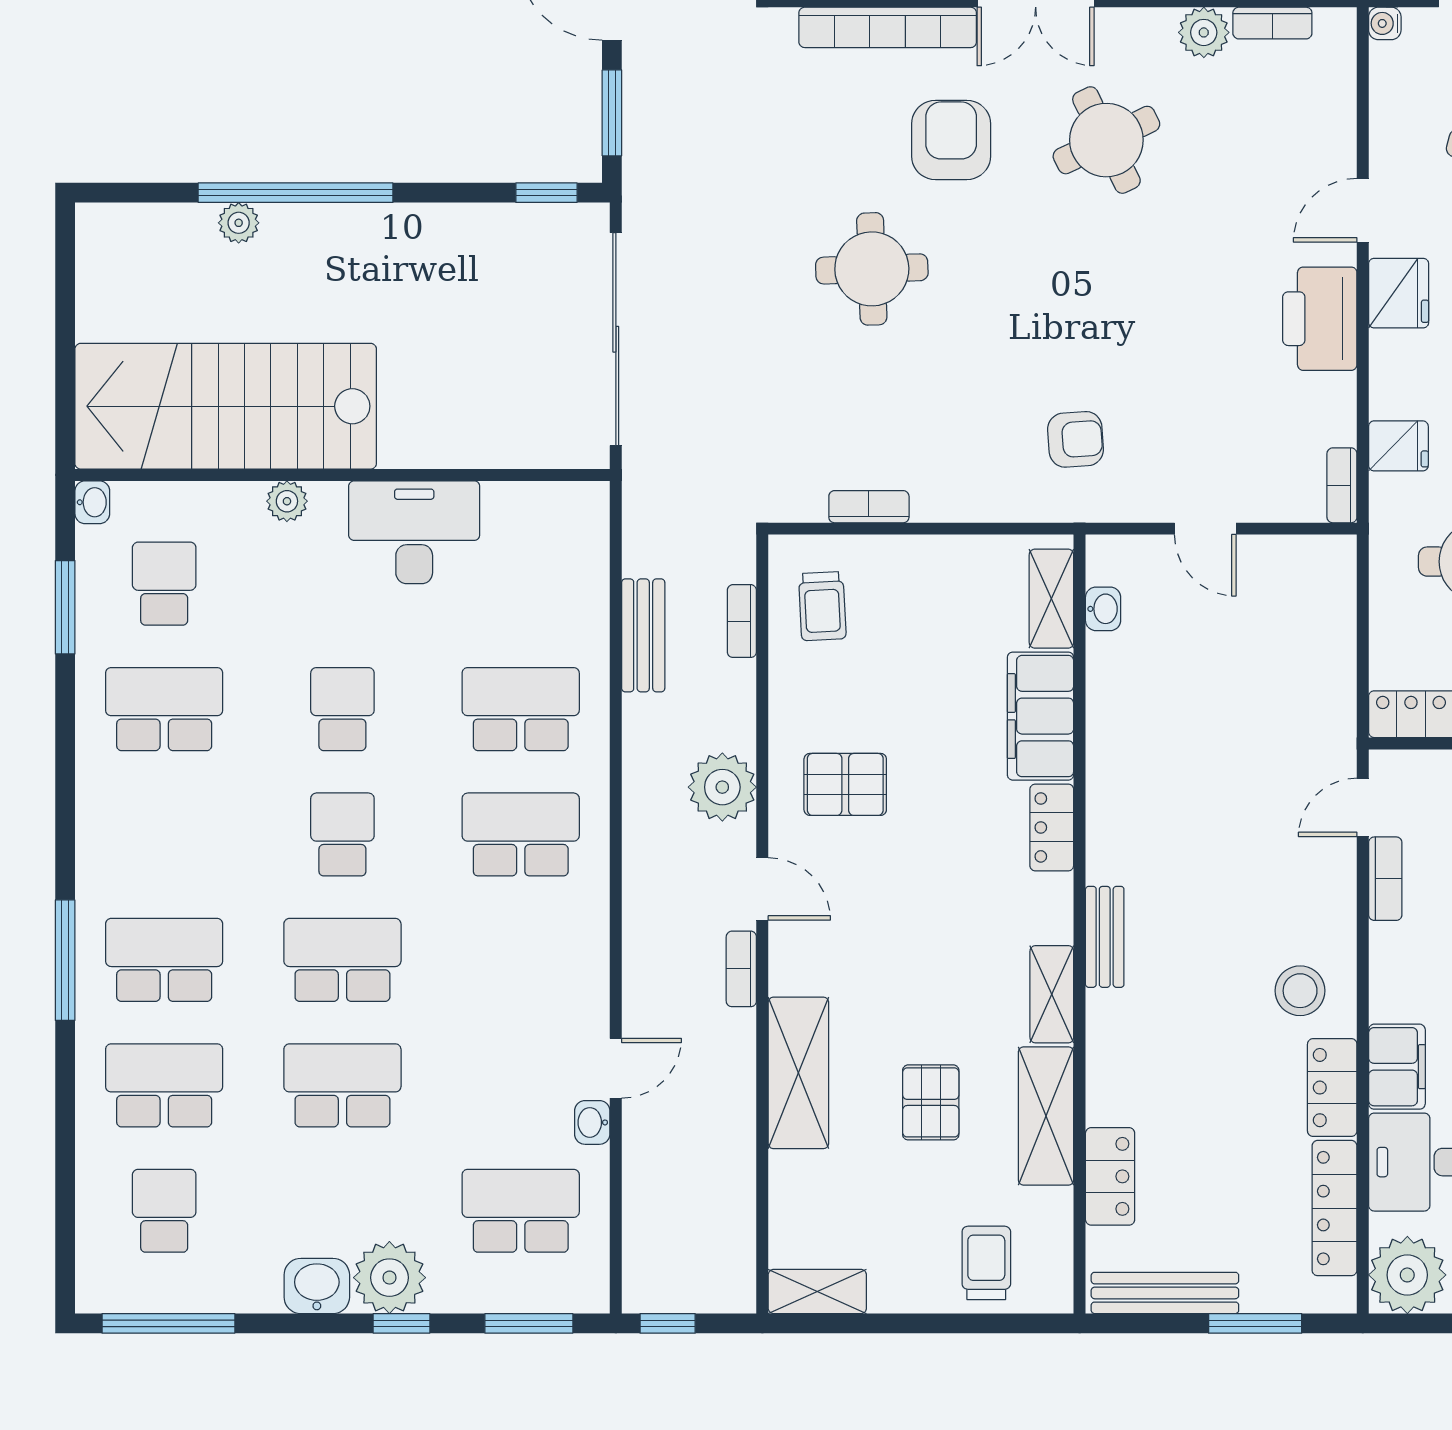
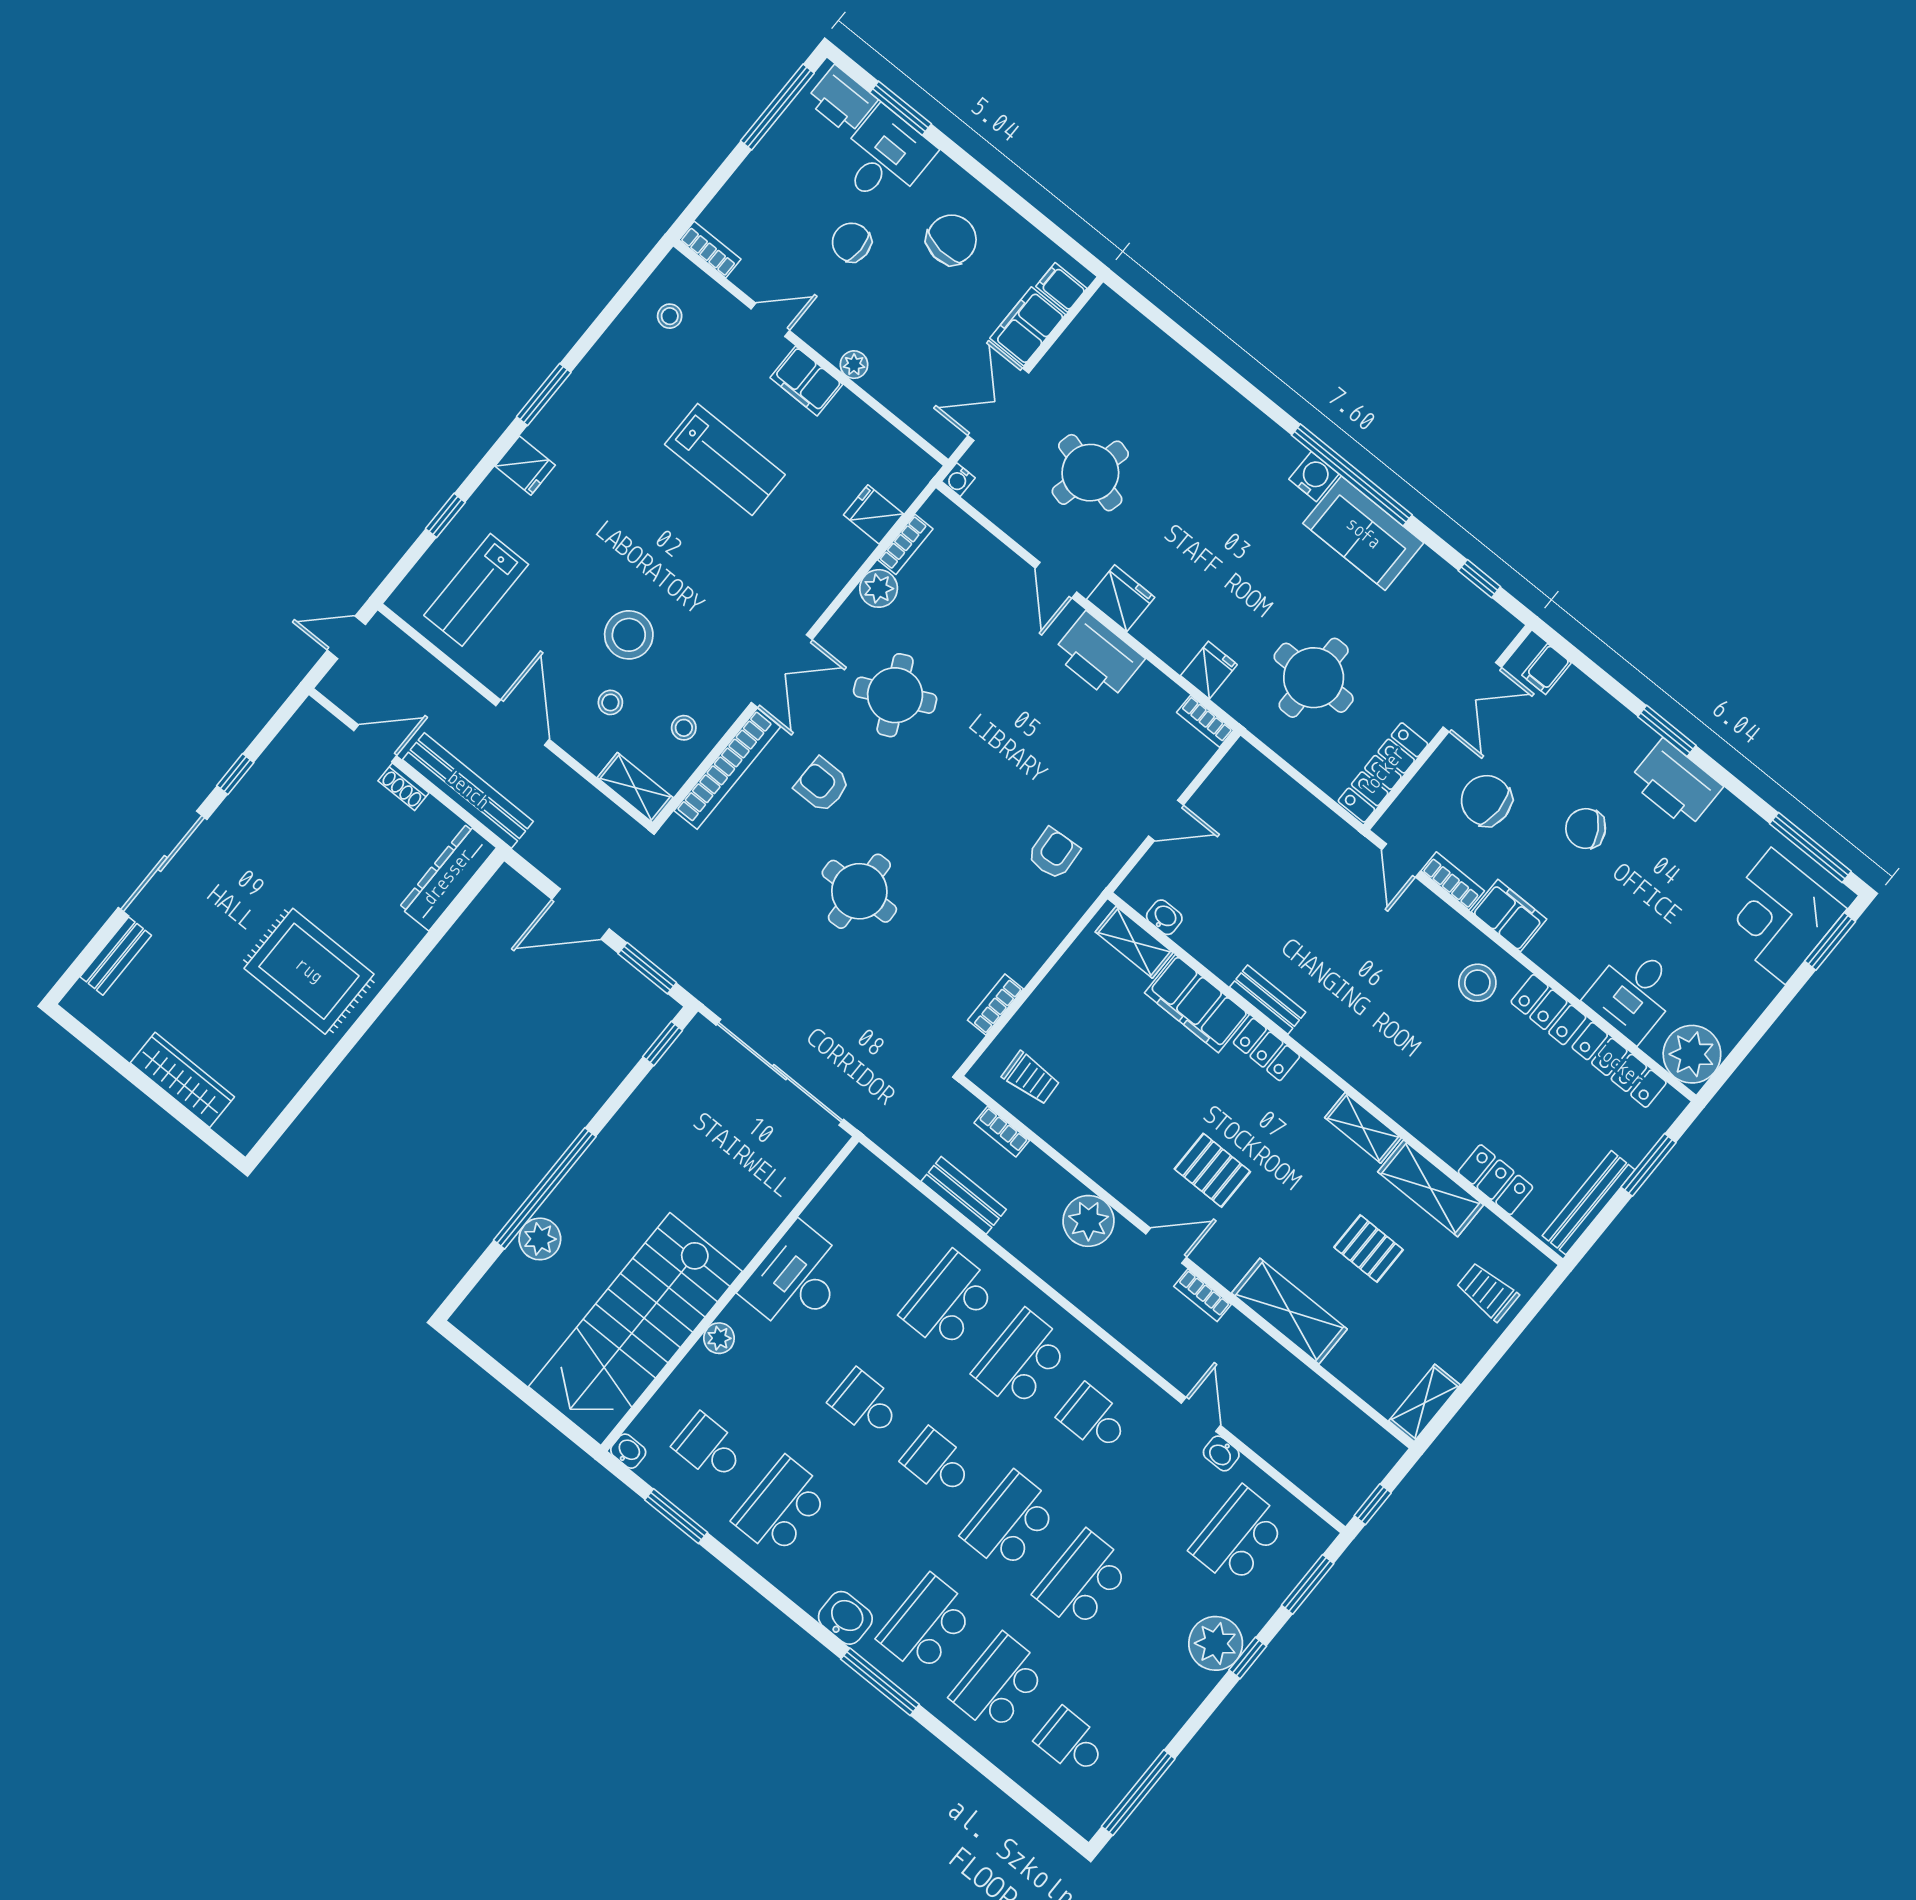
armchair: (951, 140) -> (822, 785), width x0.72, depth x0.72
plant: (239, 223) -> (540, 1239), width x1.38, depth x1.38
pallet: (845, 784) -> (1212, 1170), moved, turned 90
bench: (1105, 937) -> (1268, 1000), moved
school desk: (521, 960) -> (1094, 1418), added
filing cabinet: (1397, 1067) -> (1509, 916), moved
washbasin: (317, 1286) -> (845, 1618), moved, turned 90

